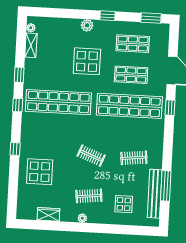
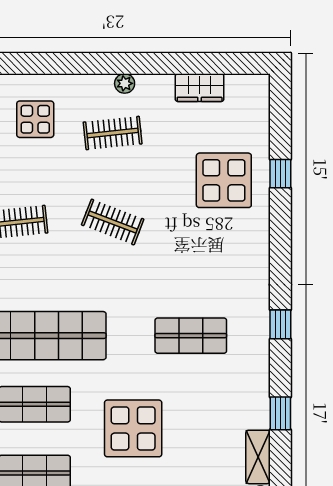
window: (19, 75) -> (280, 413), moved
shop shelf: (58, 102) -> (191, 336), width x0.50, depth x0.74
window: (15, 149) -> (280, 174), moved

